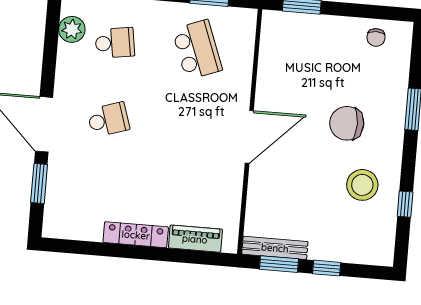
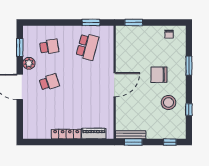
plant: (72, 29) -> (29, 63), moved
school desk: (197, 50) -> (87, 47), turned 36
window: (39, 183) -> (20, 47), moved
window: (327, 268) -> (170, 142), moved

